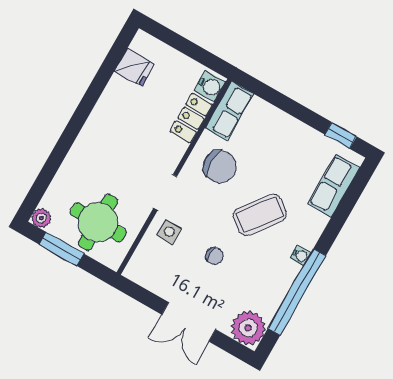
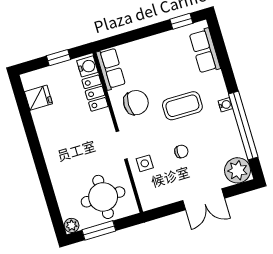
window: (192, 50) -> (59, 58), added
coffee table: (260, 215) -> (182, 106), turned 53

